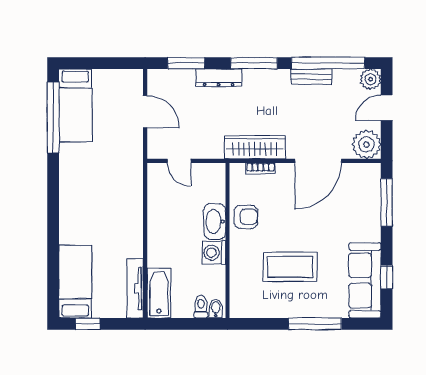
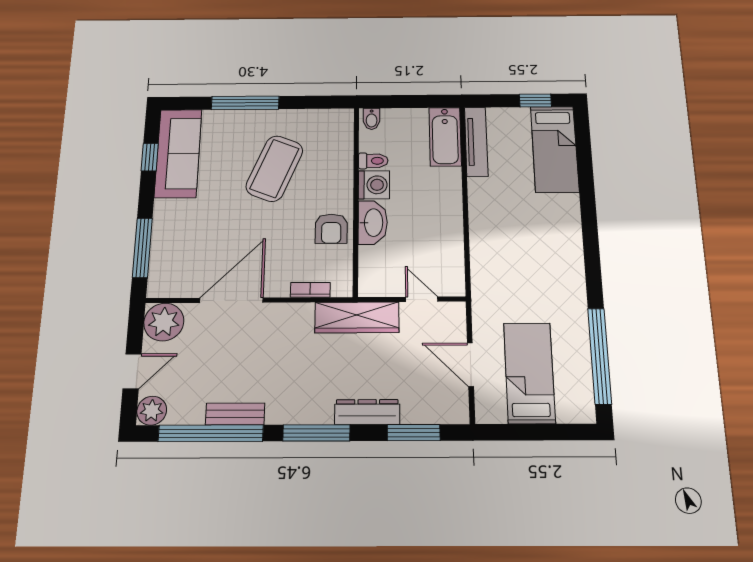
bed: (75, 105) -> (529, 373), moved
wardrobe: (255, 147) -> (357, 317), moved
armchair: (246, 217) -> (331, 229), turned -90
coffee table: (290, 267) -> (274, 168), turned -68
toilet: (201, 307) -> (373, 161), moved, turned -90

